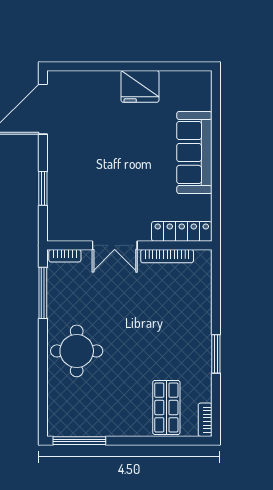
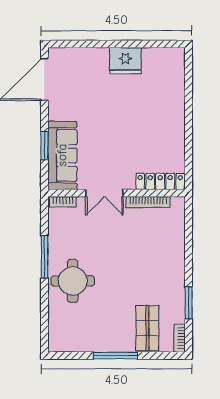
sofa: (194, 152) -> (62, 155), moved, turned 180
window: (43, 293) -> (44, 257), moved
window: (216, 354) -> (189, 303), moved
window: (79, 441) -> (115, 356), moved

